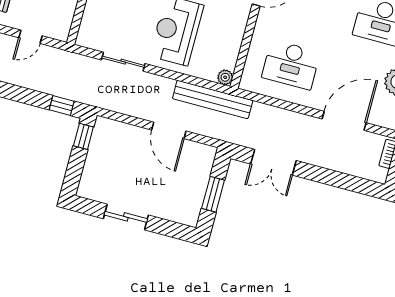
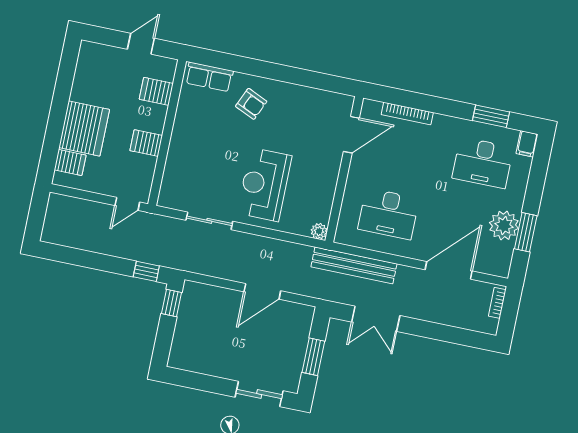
door: (30, 37) -> (127, 204), moved
bench: (213, 99) -> (354, 265), moved
door: (169, 130) -> (262, 291), hinge flipped
sliding door: (126, 217) -> (259, 394), moved

